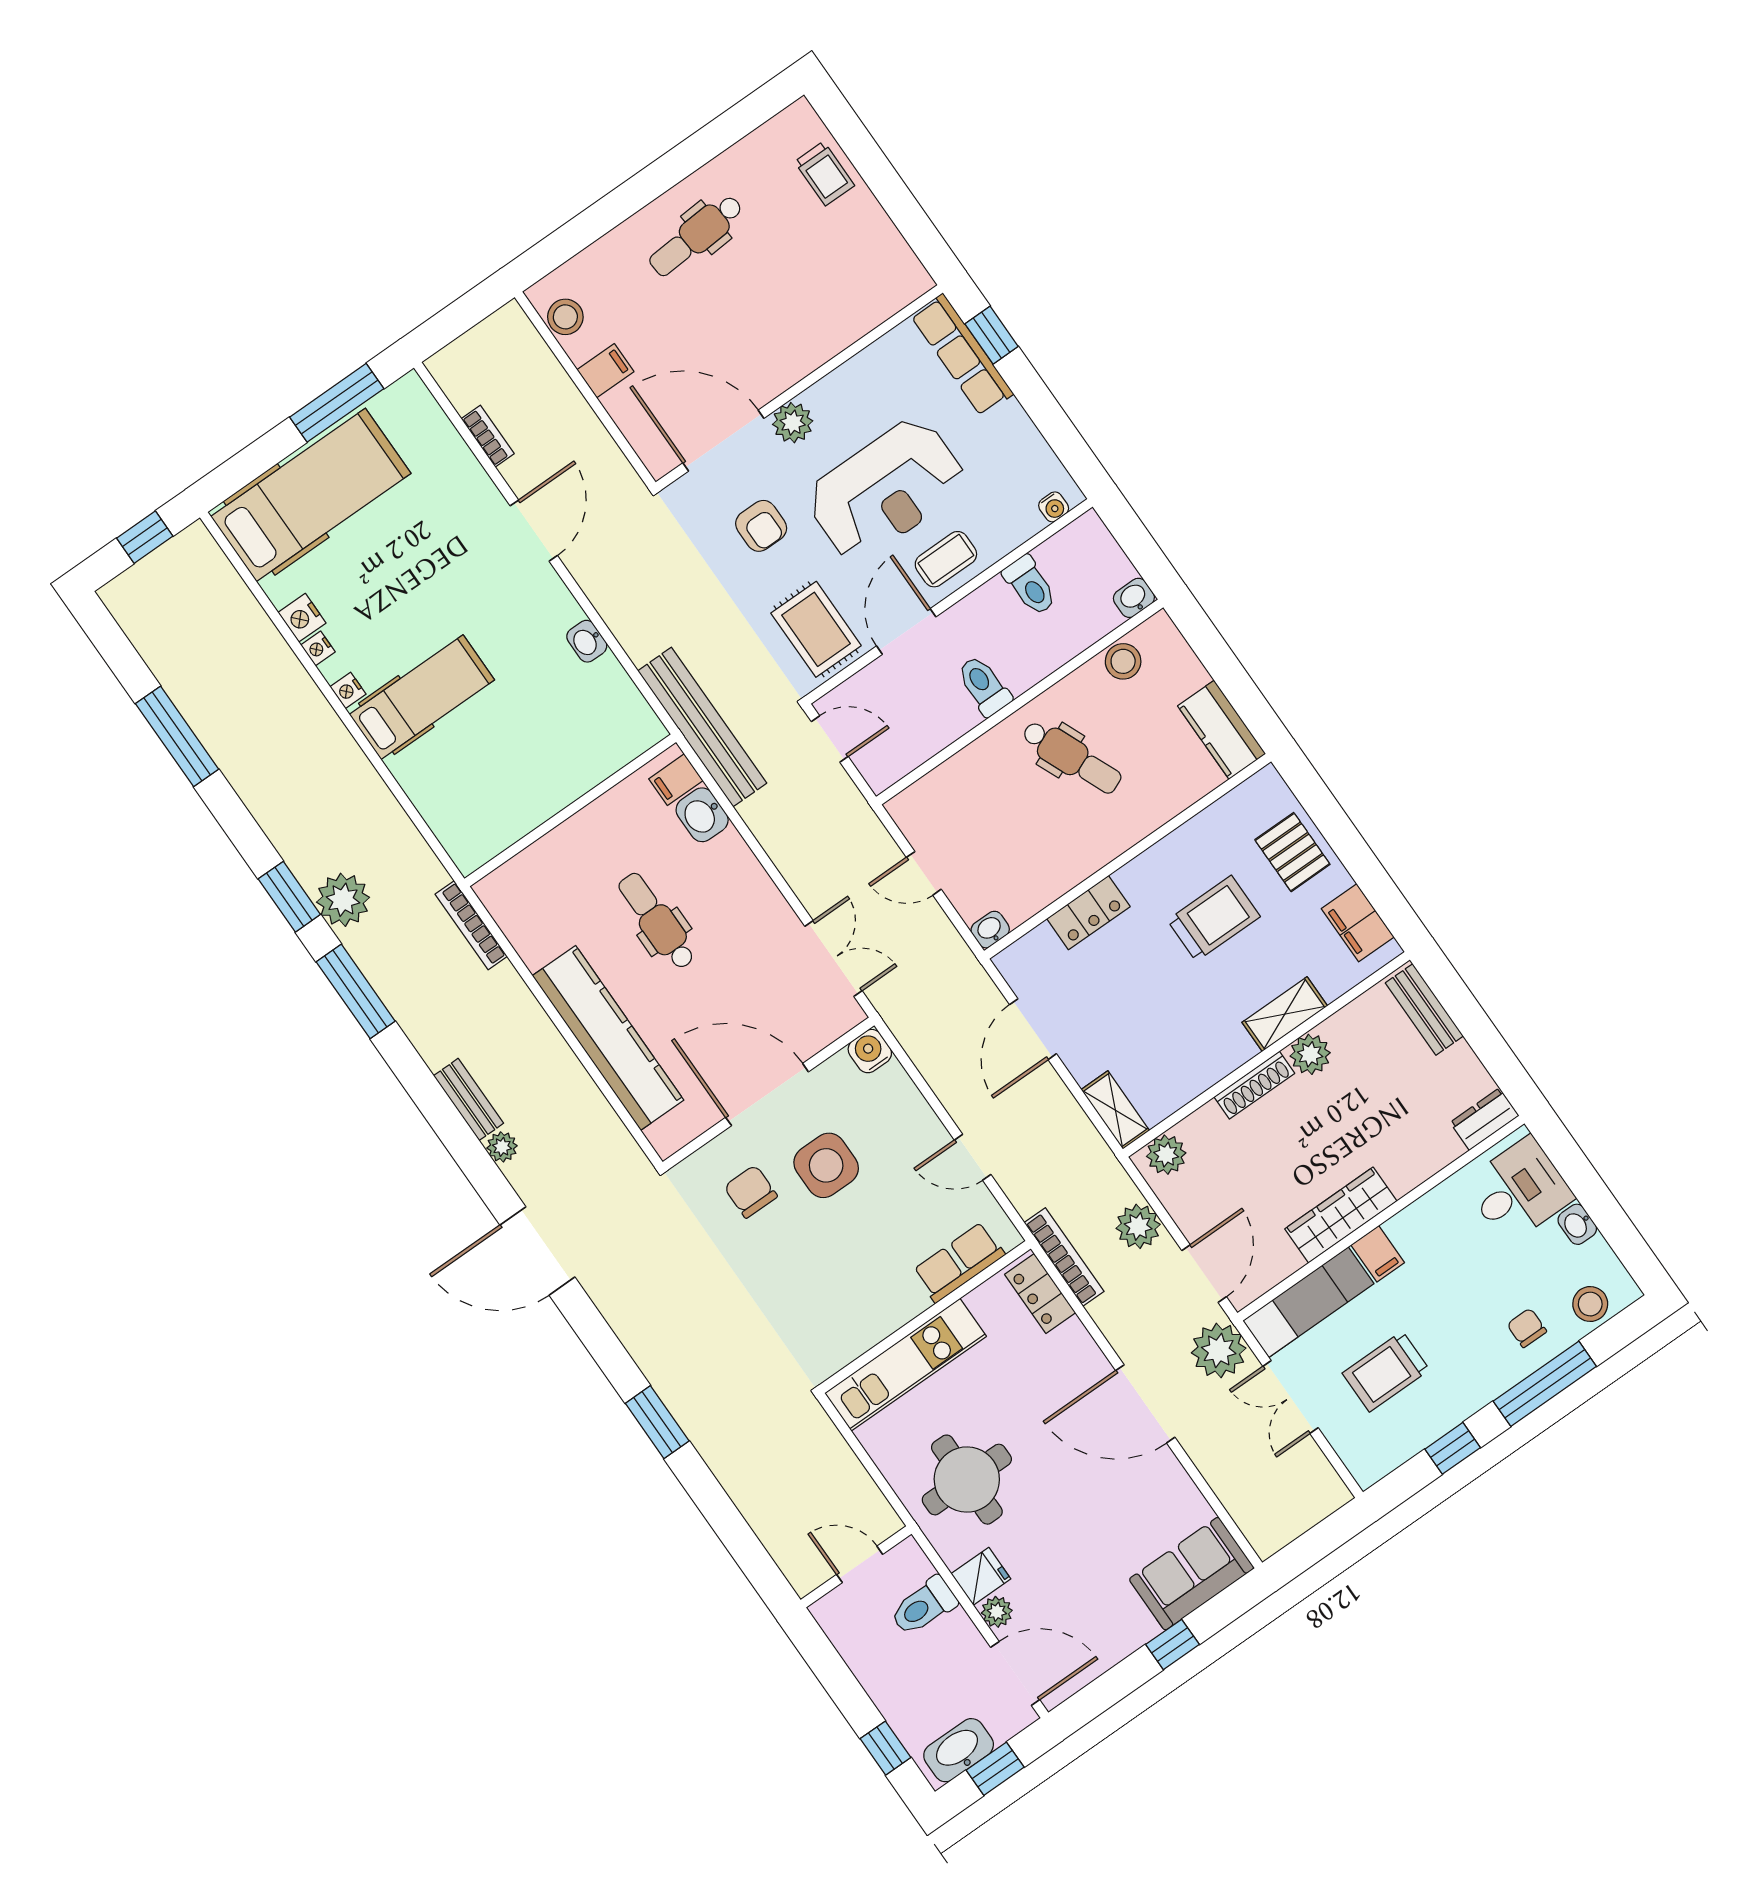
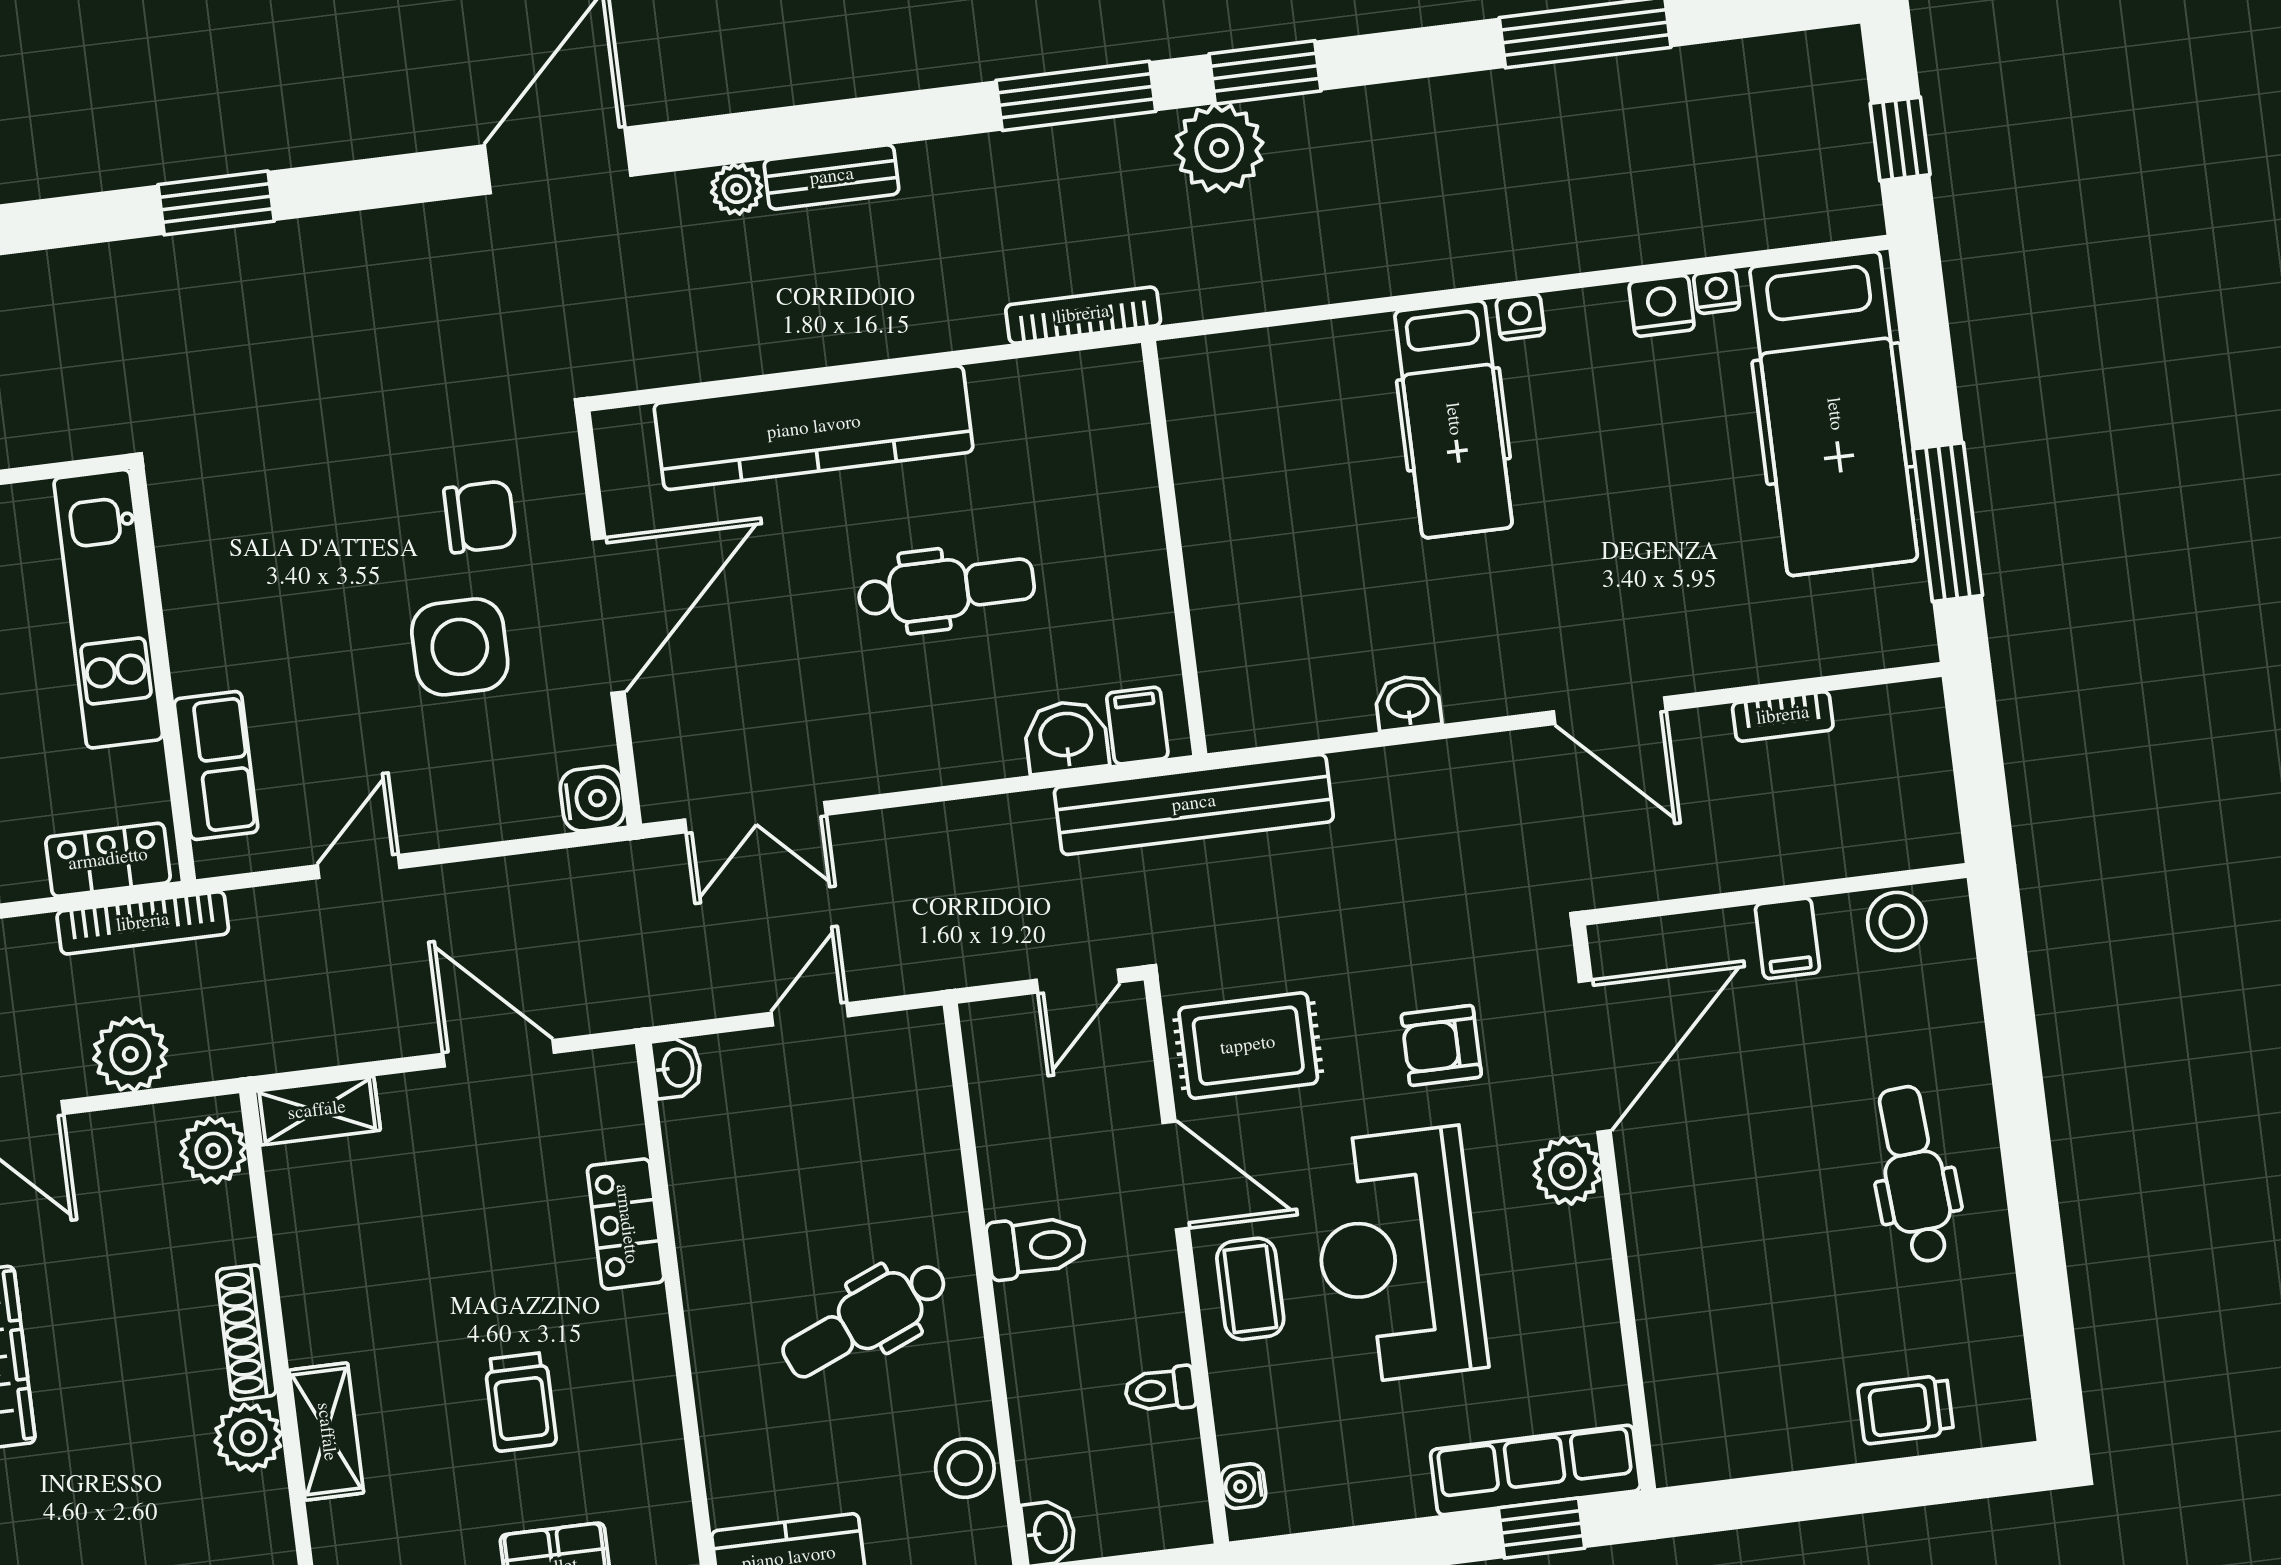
toilet: (1030, 586) -> (1160, 1390), width x0.73, depth x0.72
nightstand: (318, 648) -> (1717, 292), moved
trolley: (1214, 918) -> (521, 1402), width x0.73, depth x0.72

